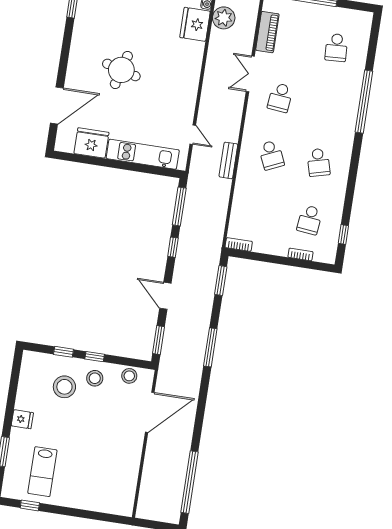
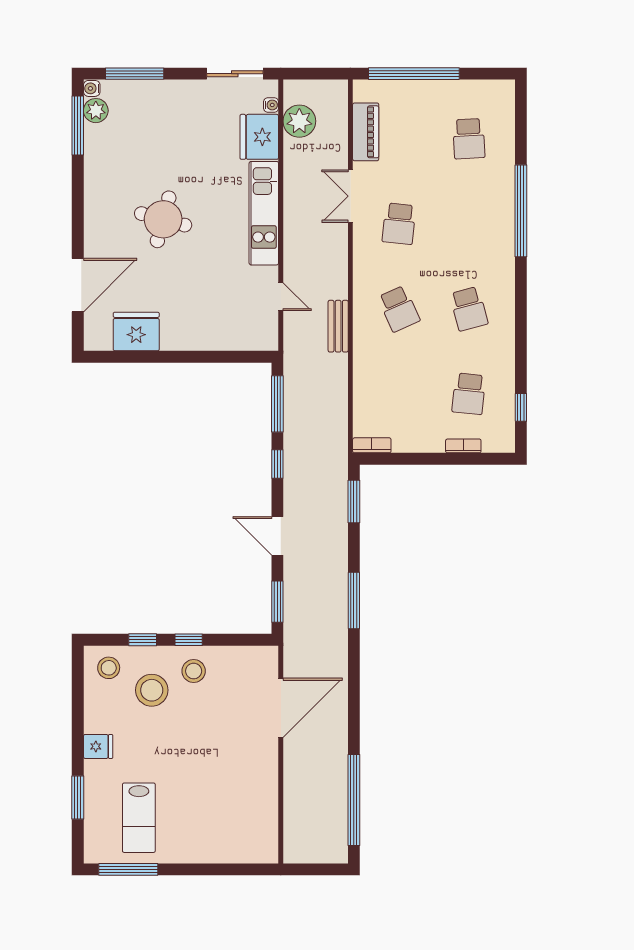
kitchen unit: (143, 154) -> (264, 213), moved, turned -90
stool: (129, 376) -> (109, 668), moved
window: (30, 505) -> (128, 869), width x2.17

